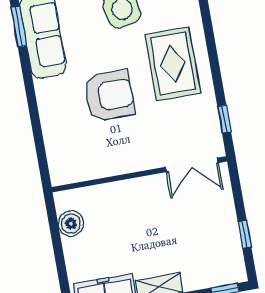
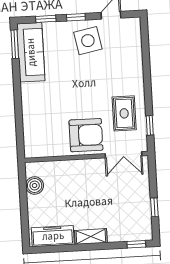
rug: (173, 64) -> (124, 113), moved, width x0.73, depth x0.70
armchair: (109, 96) -> (86, 135), moved

